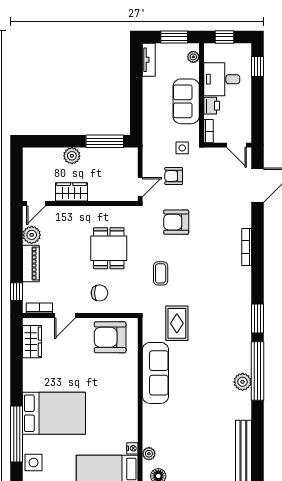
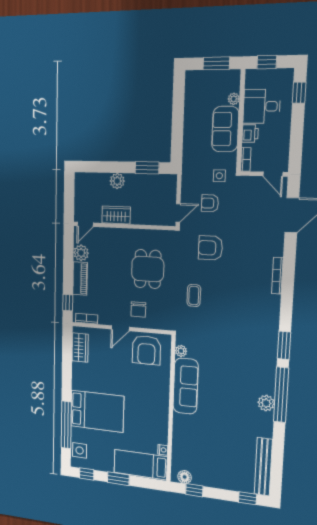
plant: (193, 57) -> (234, 99), moved
tv unit: (149, 60) -> (191, 87), removed
window: (105, 141) -> (147, 168), width x0.69
chair: (100, 293) -> (138, 309), turned 90
door: (65, 315) -> (120, 328), moved
rug: (177, 323) -> (207, 343), removed
armchair: (110, 337) -> (146, 350), turned -90
plant: (149, 454) -> (181, 351), moved

